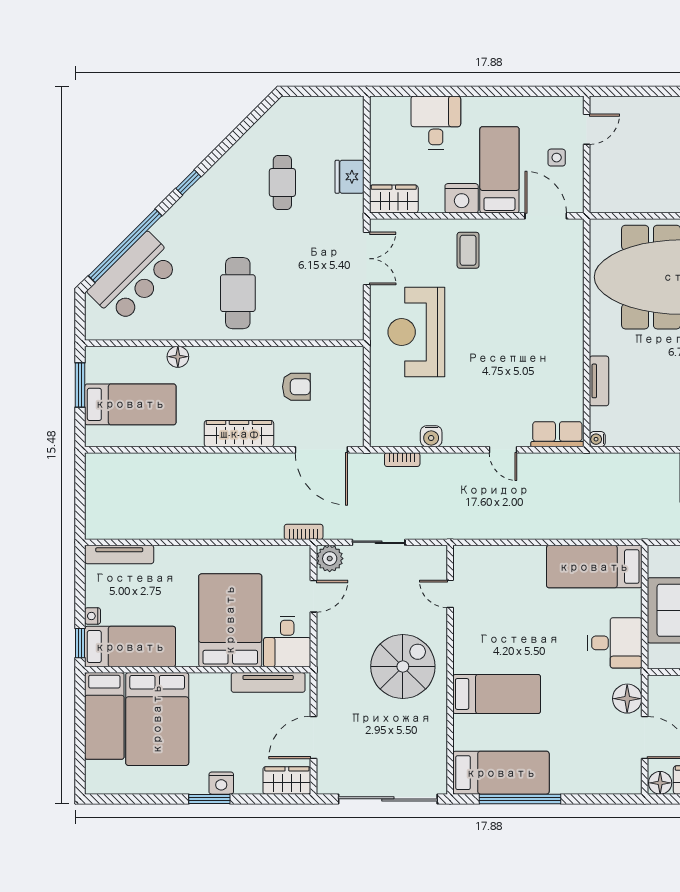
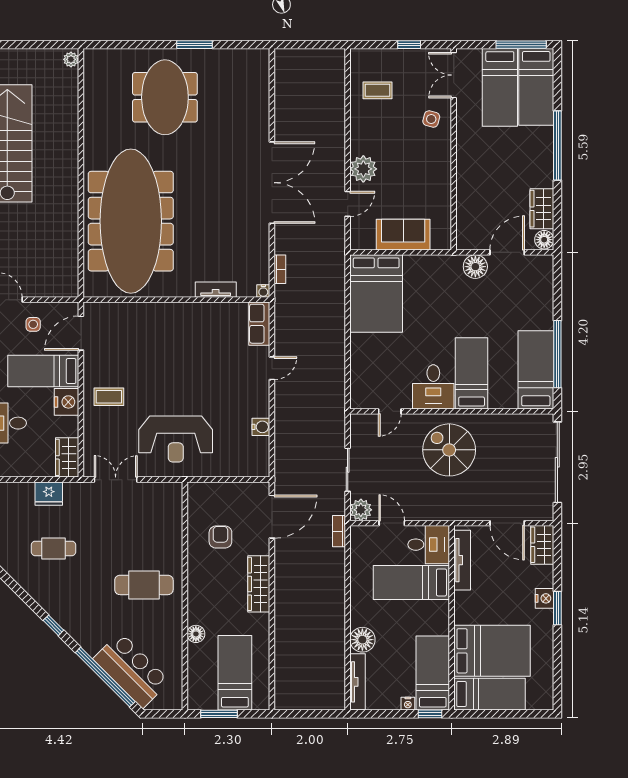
bookcase: (402, 460) -> (280, 269), moved
floor lamp: (171, 560) -> (362, 640), added
bed: (594, 567) -> (376, 294), width x1.50
bed: (230, 620) -> (411, 582), width x0.67
desk: (615, 643) -> (433, 387), moved, turned 180

